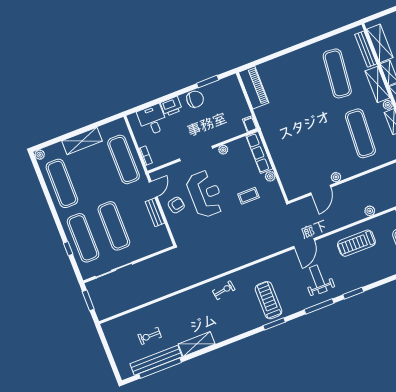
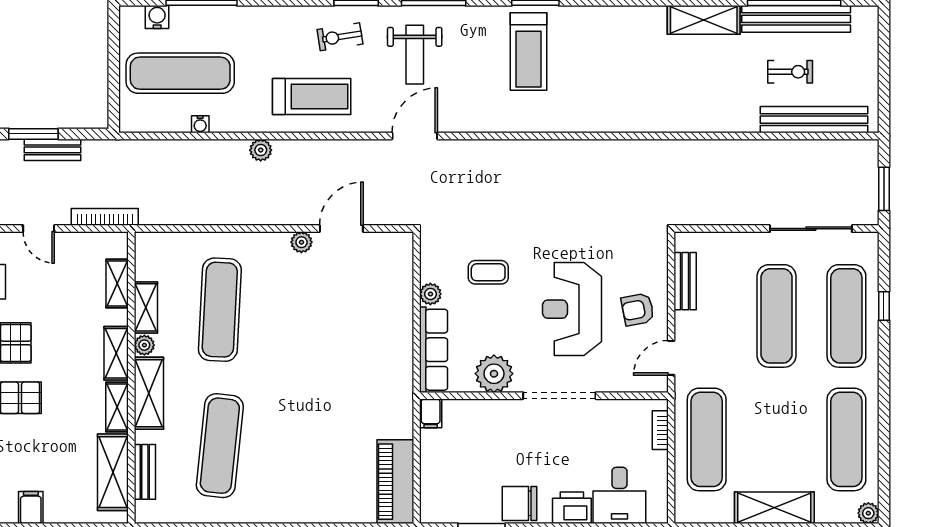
bench: (366, 49) -> (145, 472), width x0.73
plant: (223, 150) -> (494, 374), width x1.87, depth x1.87
bench: (155, 212) -> (685, 281), moved
exercise bike: (224, 290) -> (340, 37), moved
bench: (131, 319) -> (814, 120), added

